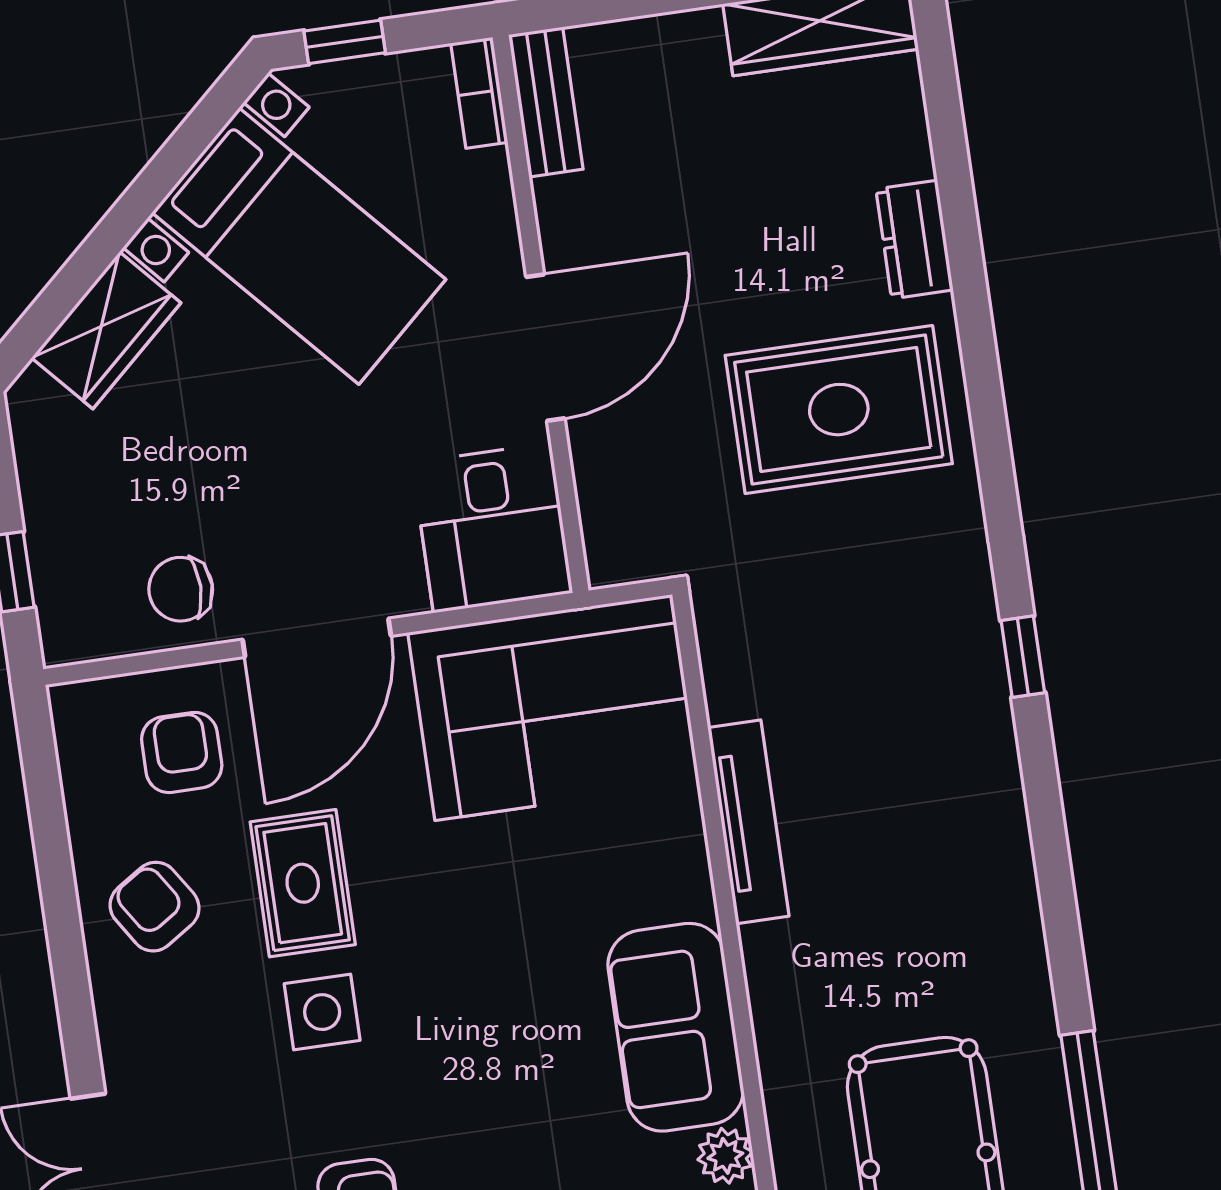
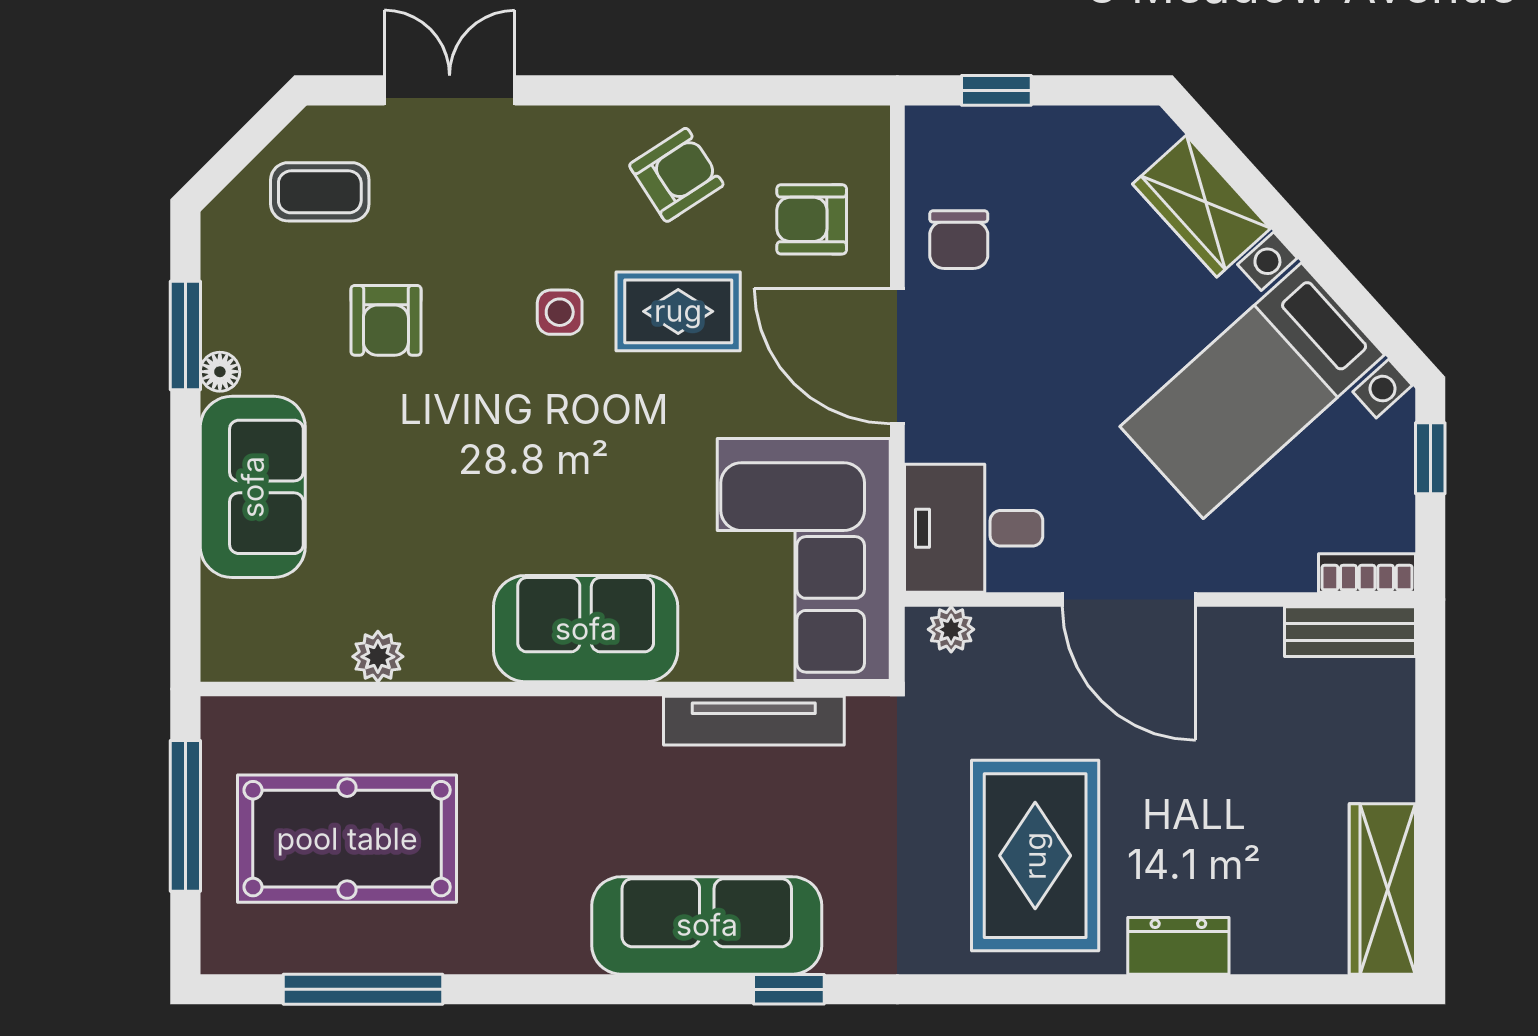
plant: (606, 536) -> (951, 629), added
chair: (181, 589) -> (959, 240), turned 180
armchair: (182, 752) -> (812, 219), turned 180
sofa: (966, 756) -> (707, 925), added
tv unit: (748, 822) -> (754, 721), moved
side table: (322, 1012) -> (560, 312), width x0.73, depth x0.73
sofa: (676, 1027) -> (586, 629), moved

